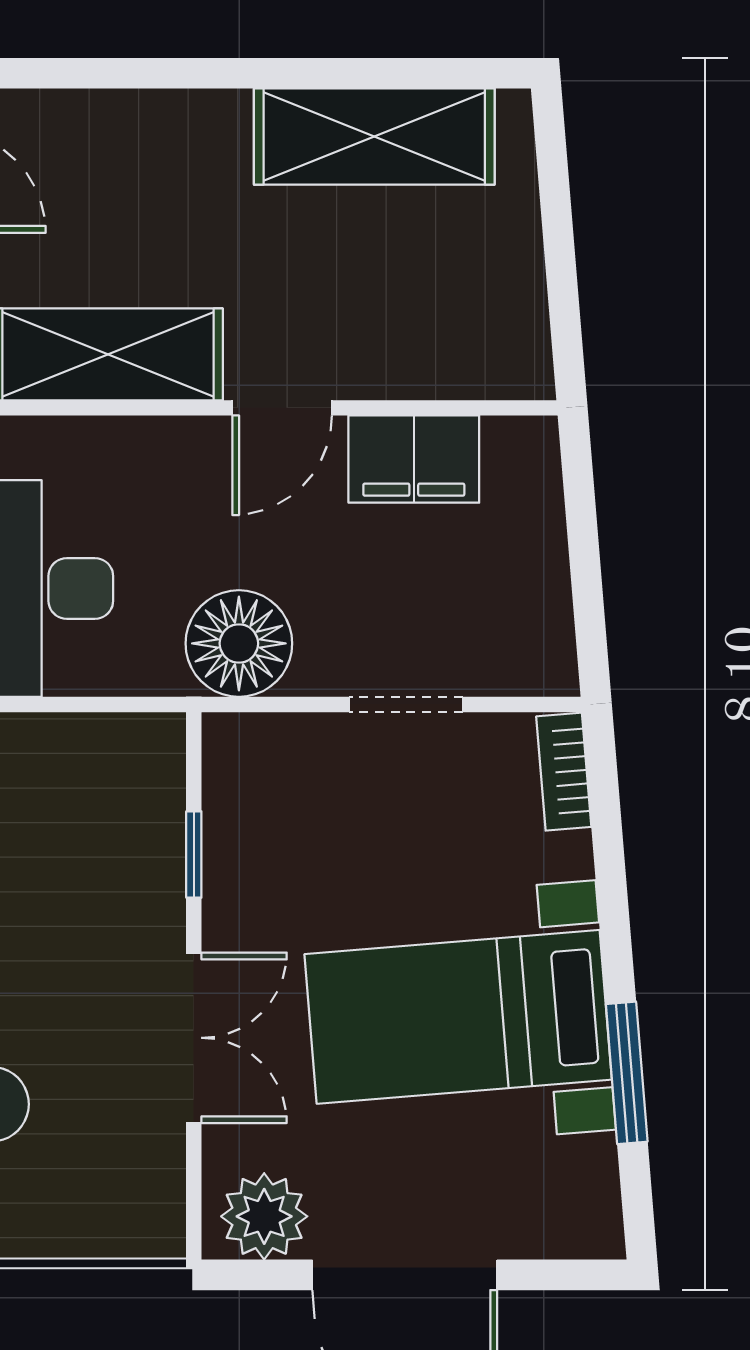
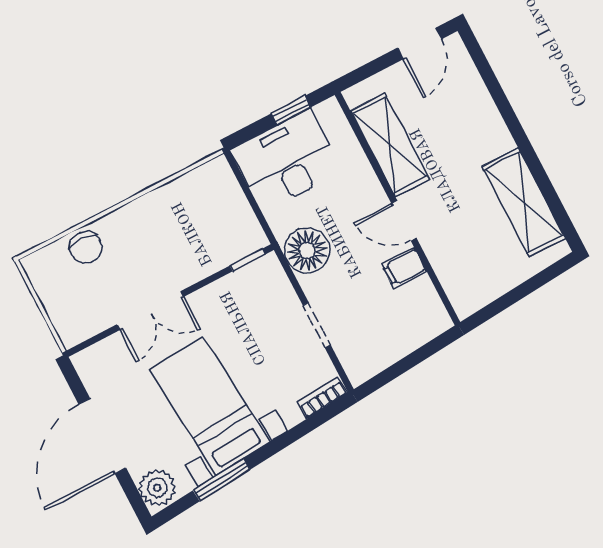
filing cabinet: (414, 459) -> (404, 268), width x0.50
window: (194, 854) -> (248, 260), moved
plant: (264, 1216) -> (157, 488), moved

